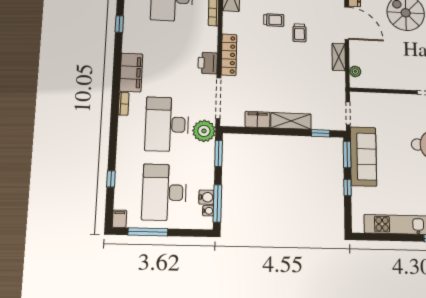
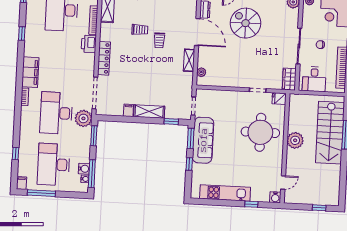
printer: (208, 63) -> (89, 44), moved
filing cabinet: (257, 120) -> (128, 110), width x0.50

